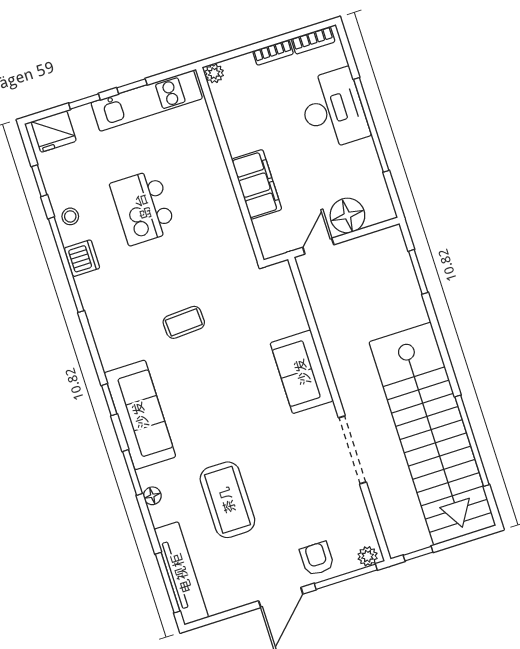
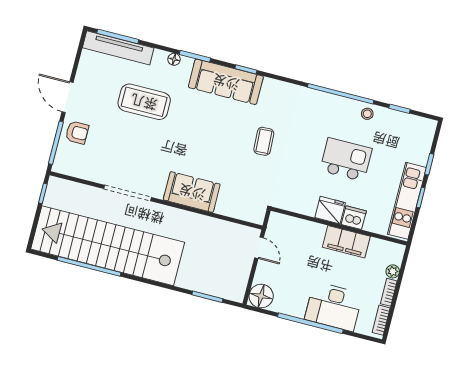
plant: (214, 73) -> (393, 271), moved
fridge: (54, 131) -> (330, 210), moved, turned 90
filing cabinet: (257, 184) -> (346, 242), moved
floor lamp: (347, 215) -> (261, 296), moved
dishwasher: (82, 258) -> (354, 218), moved, turned 180
plant: (368, 556) -> (60, 163), removed

